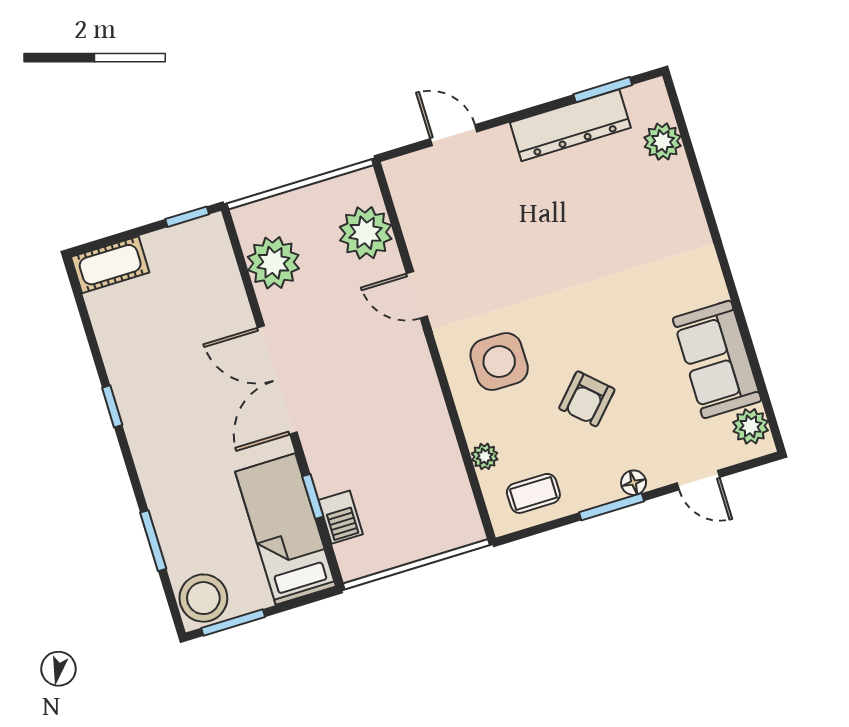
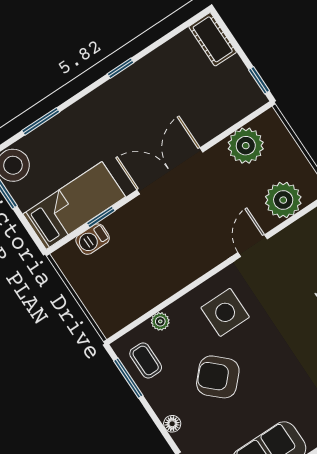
armchair: (587, 399) -> (218, 377), width x1.38, depth x1.38
window: (612, 507) -> (128, 378), moved

